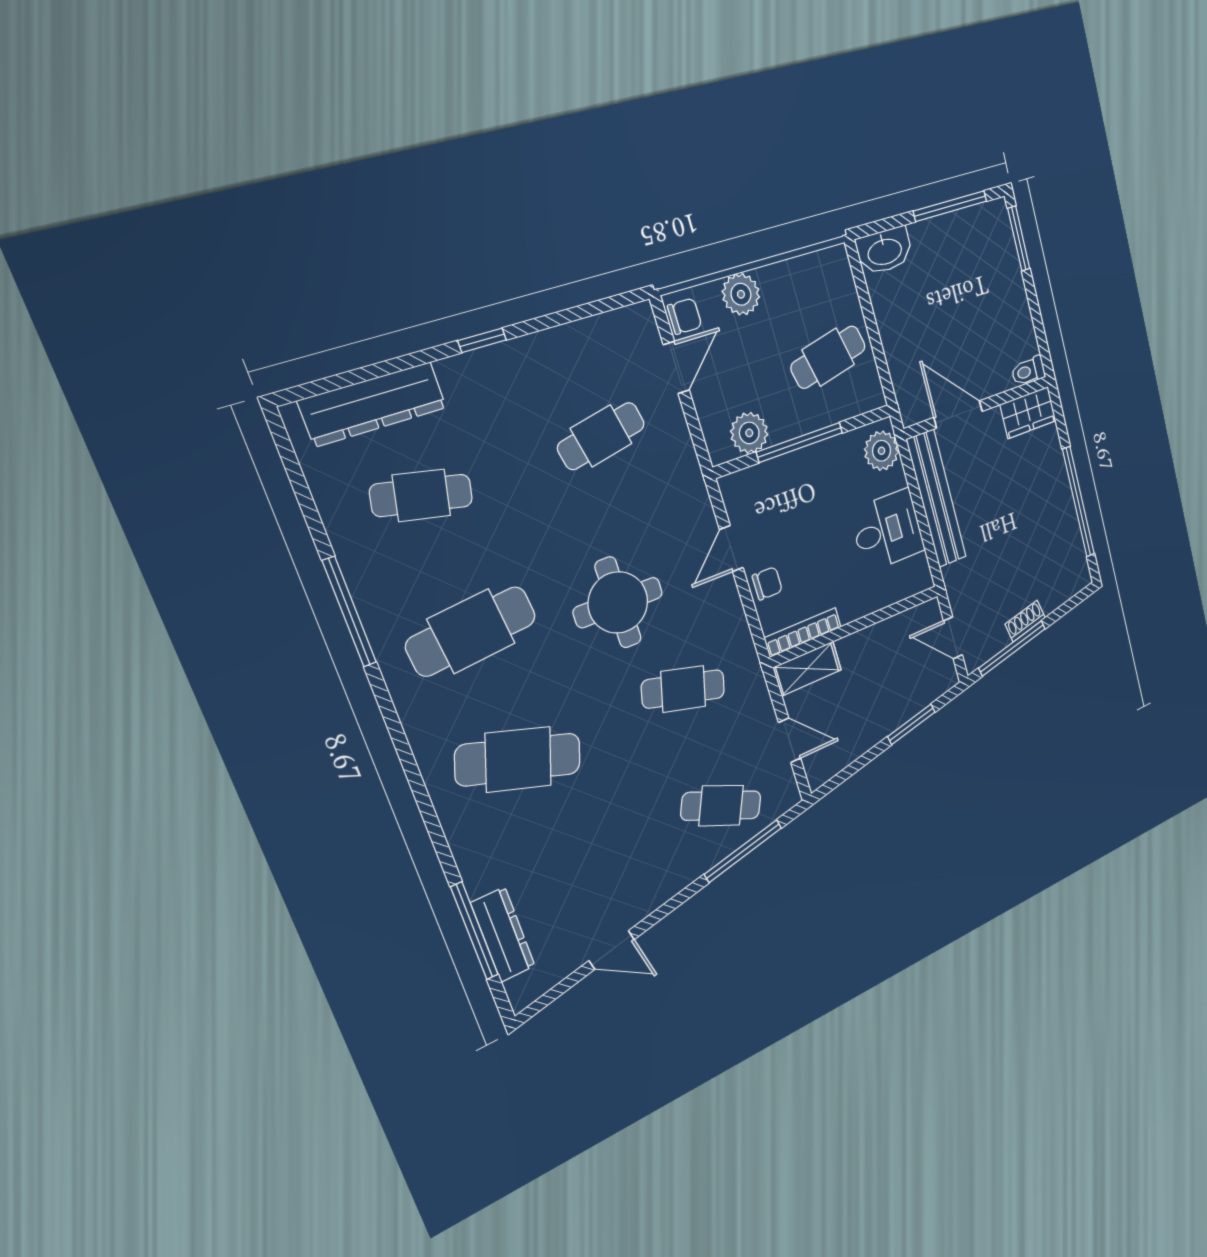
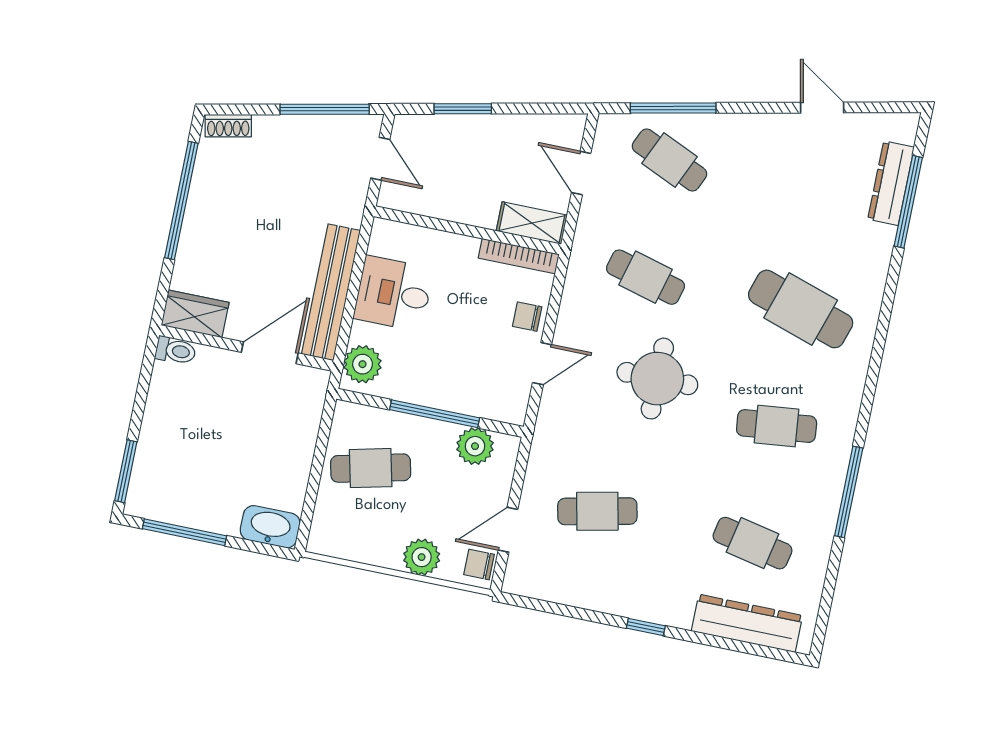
door: (958, 414) -> (270, 353), swing flipped
shoe rack: (1025, 621) -> (228, 126), moved
cafe table: (471, 631) -> (777, 426), width x0.73, depth x0.74

